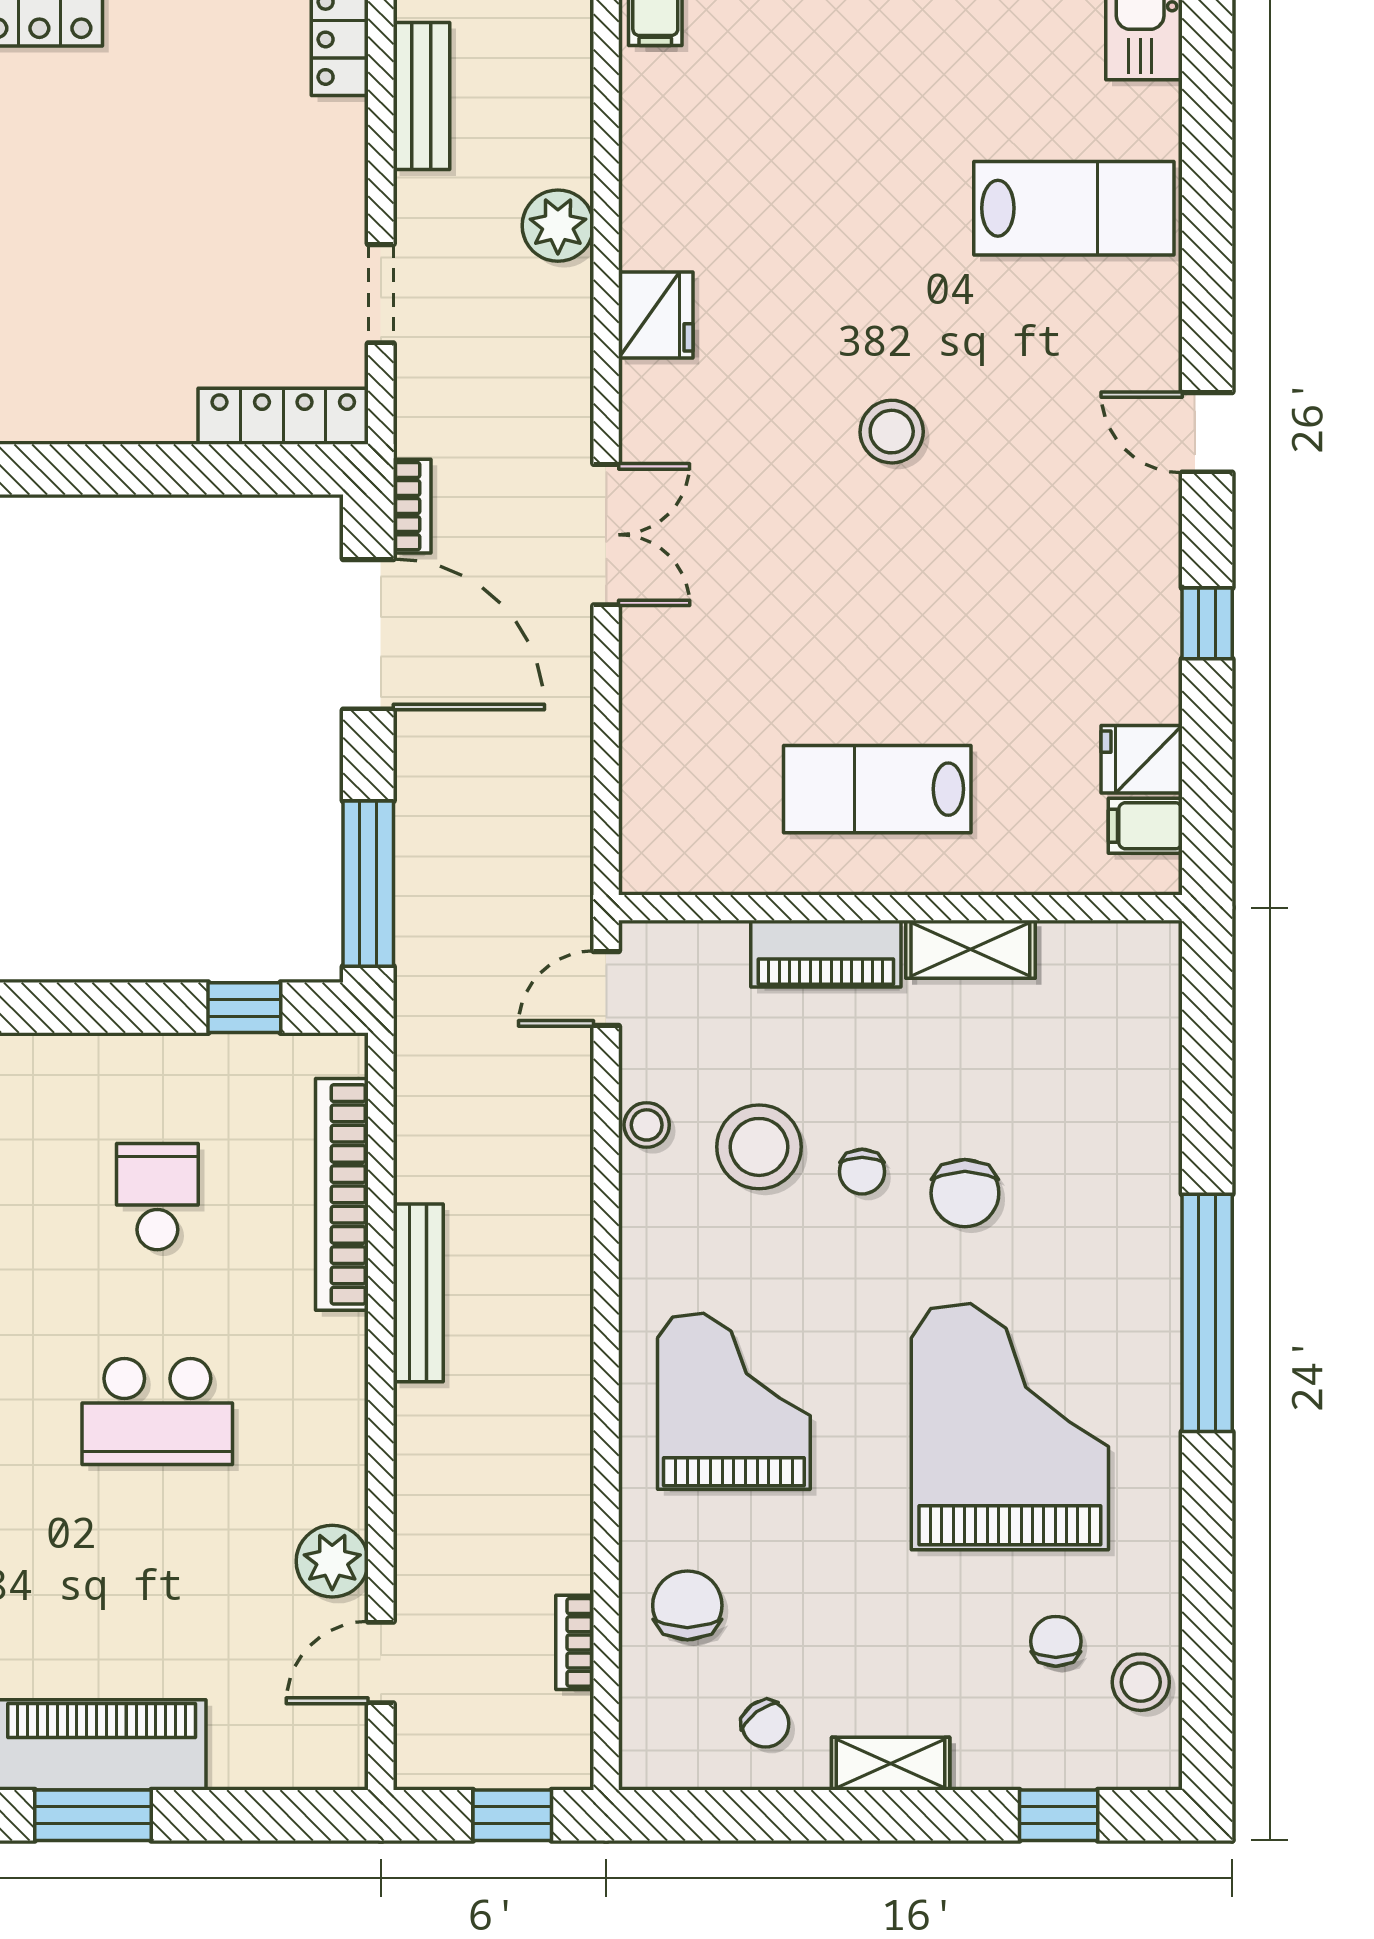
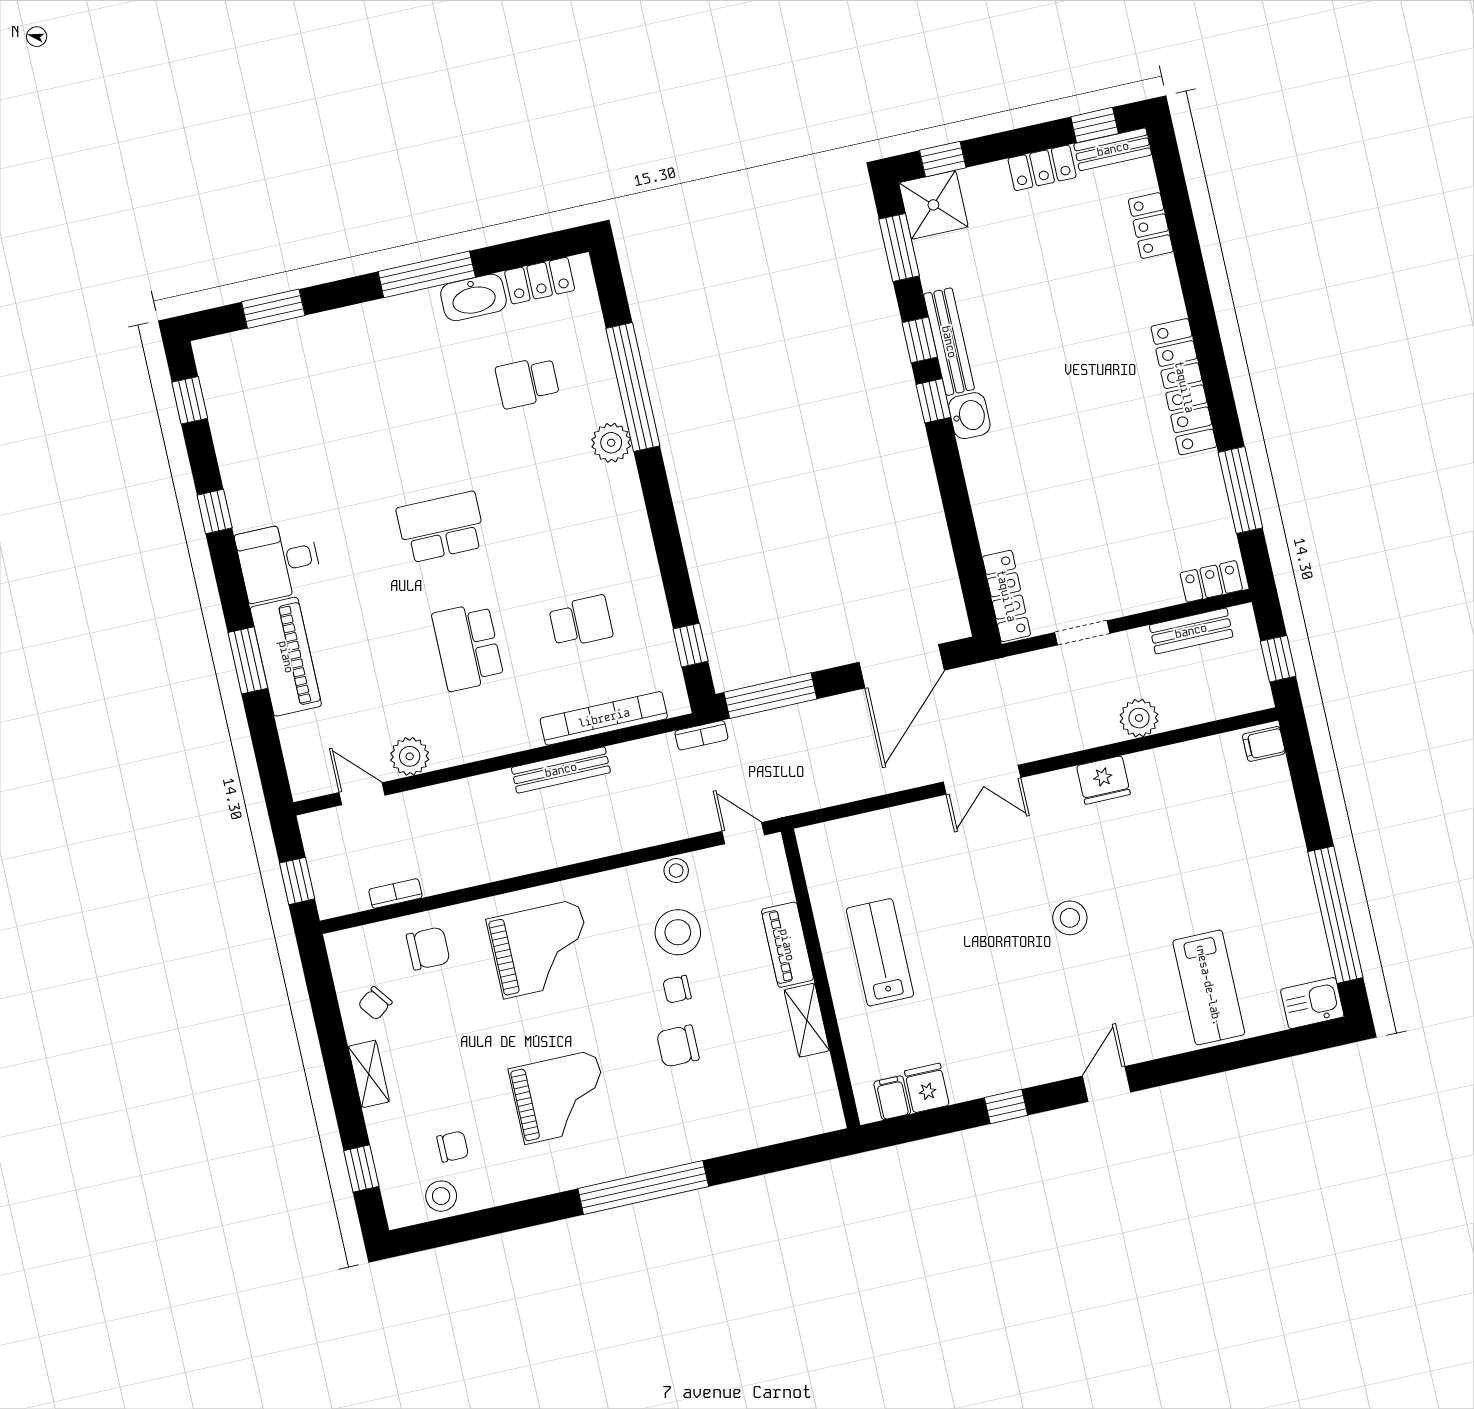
bookcase: (412, 506) -> (701, 735), moved
grand piano: (1010, 1427) -> (560, 1097), width x0.73, depth x0.68

